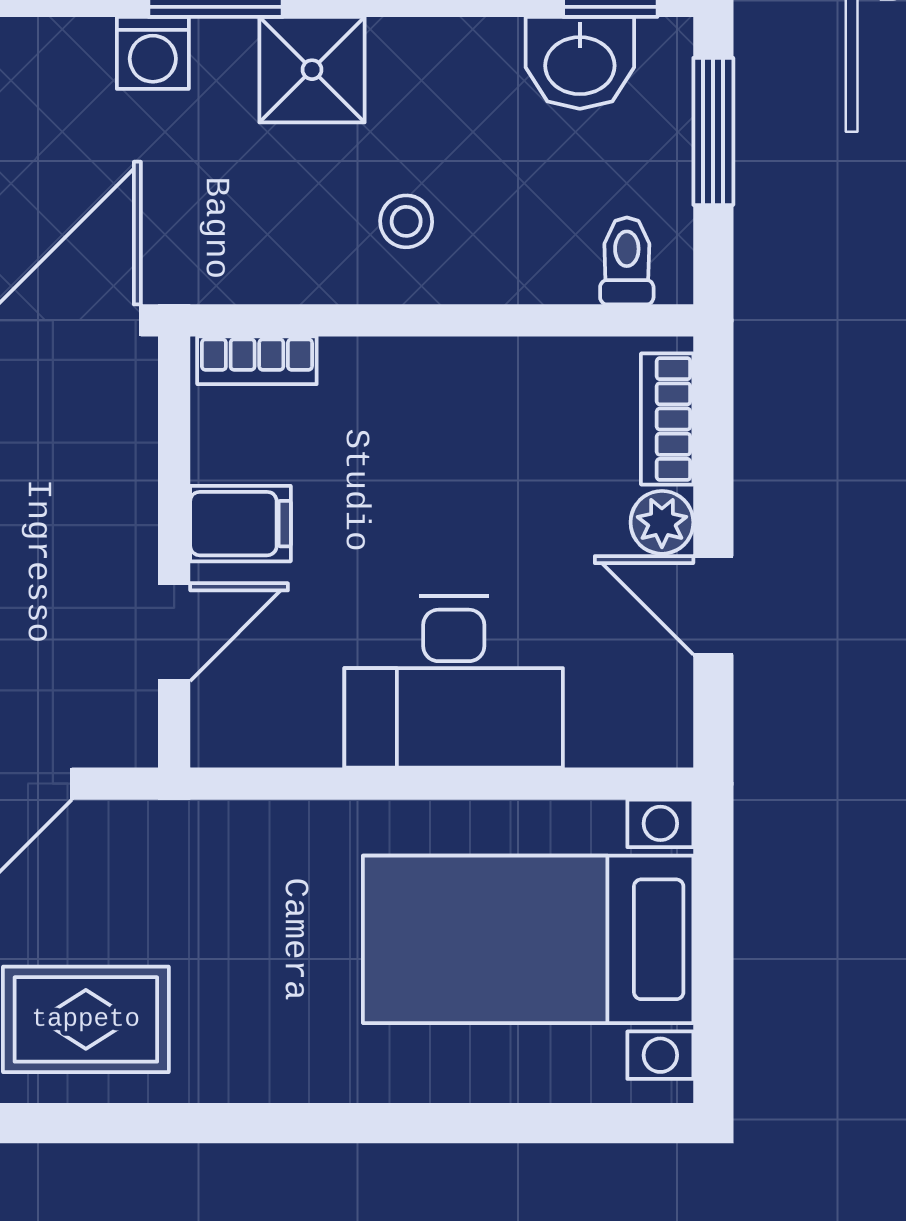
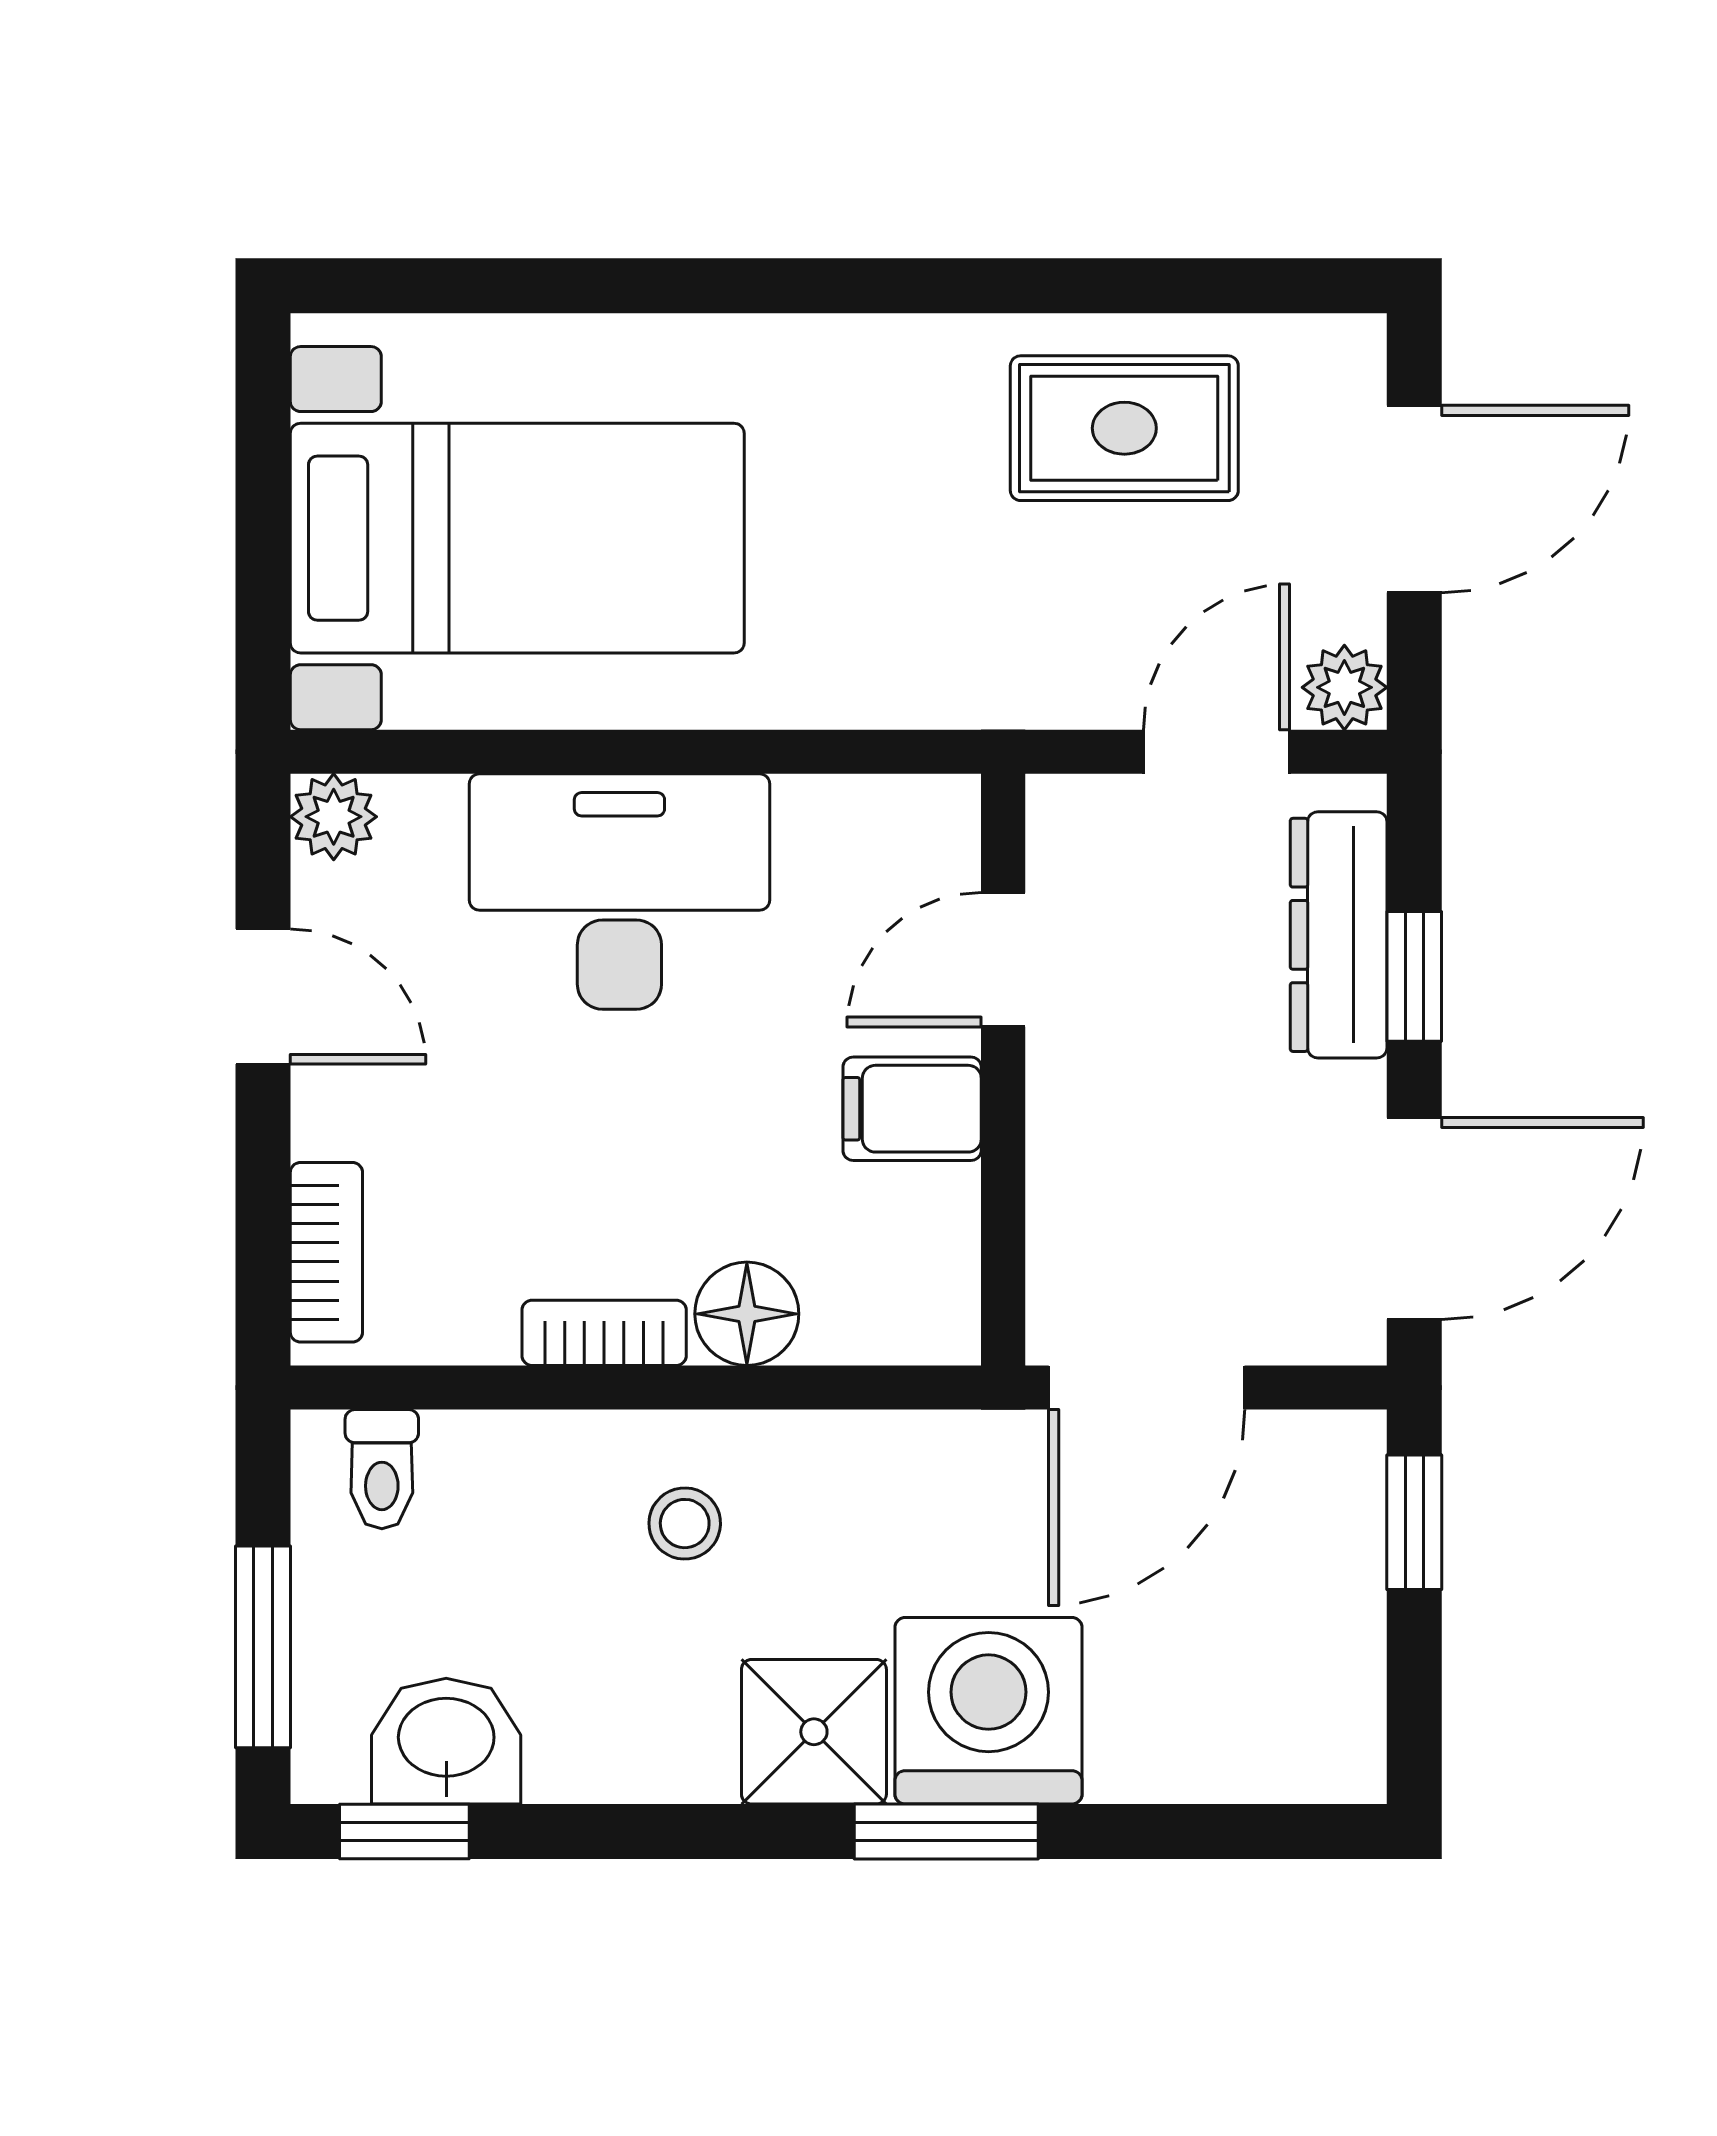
washing machine: (153, 53) -> (988, 1711), width x1.89, depth x1.89
bookcase: (257, 360) -> (604, 1333), moved
floor lamp: (361, 374) -> (747, 1314), added
plant: (662, 522) -> (334, 817), moved

